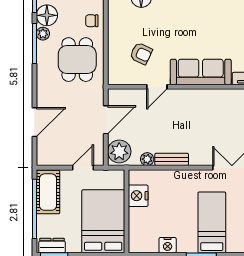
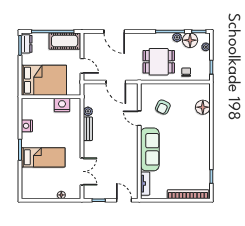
plant: (119, 151) -> (93, 92), removed

